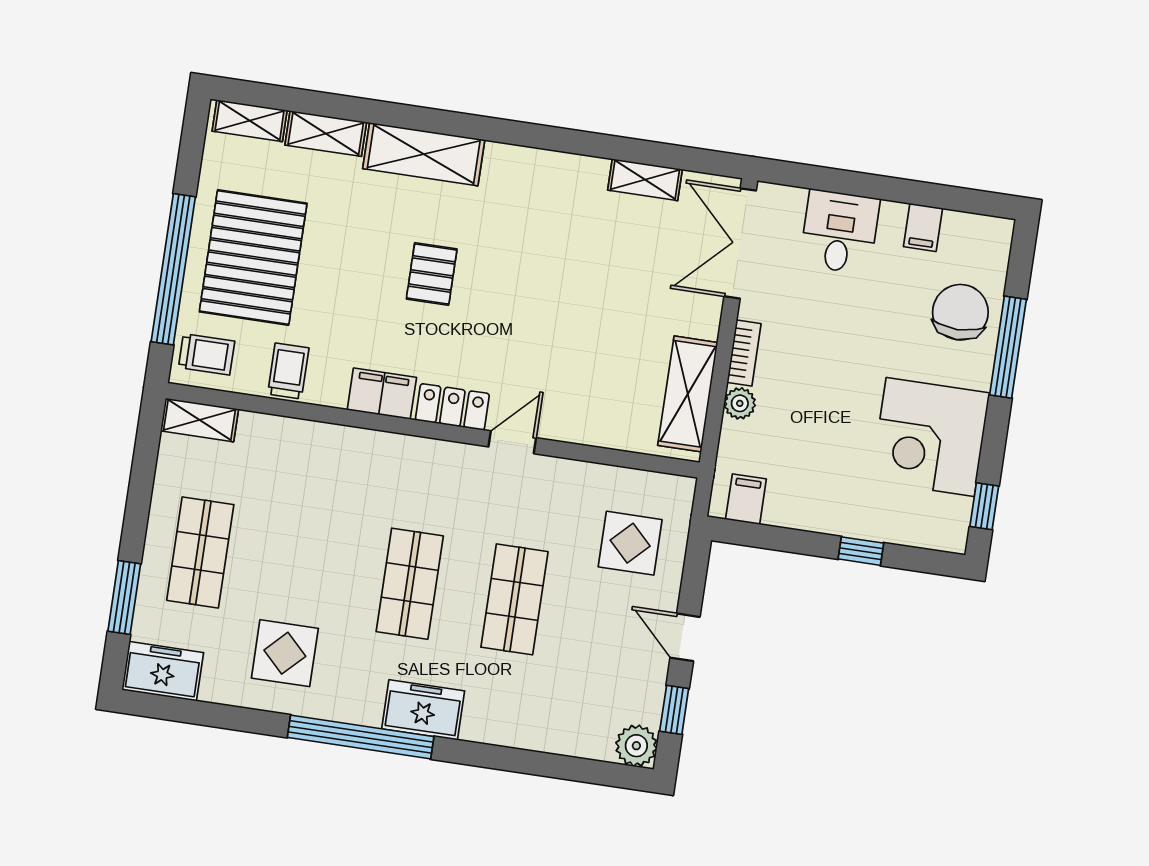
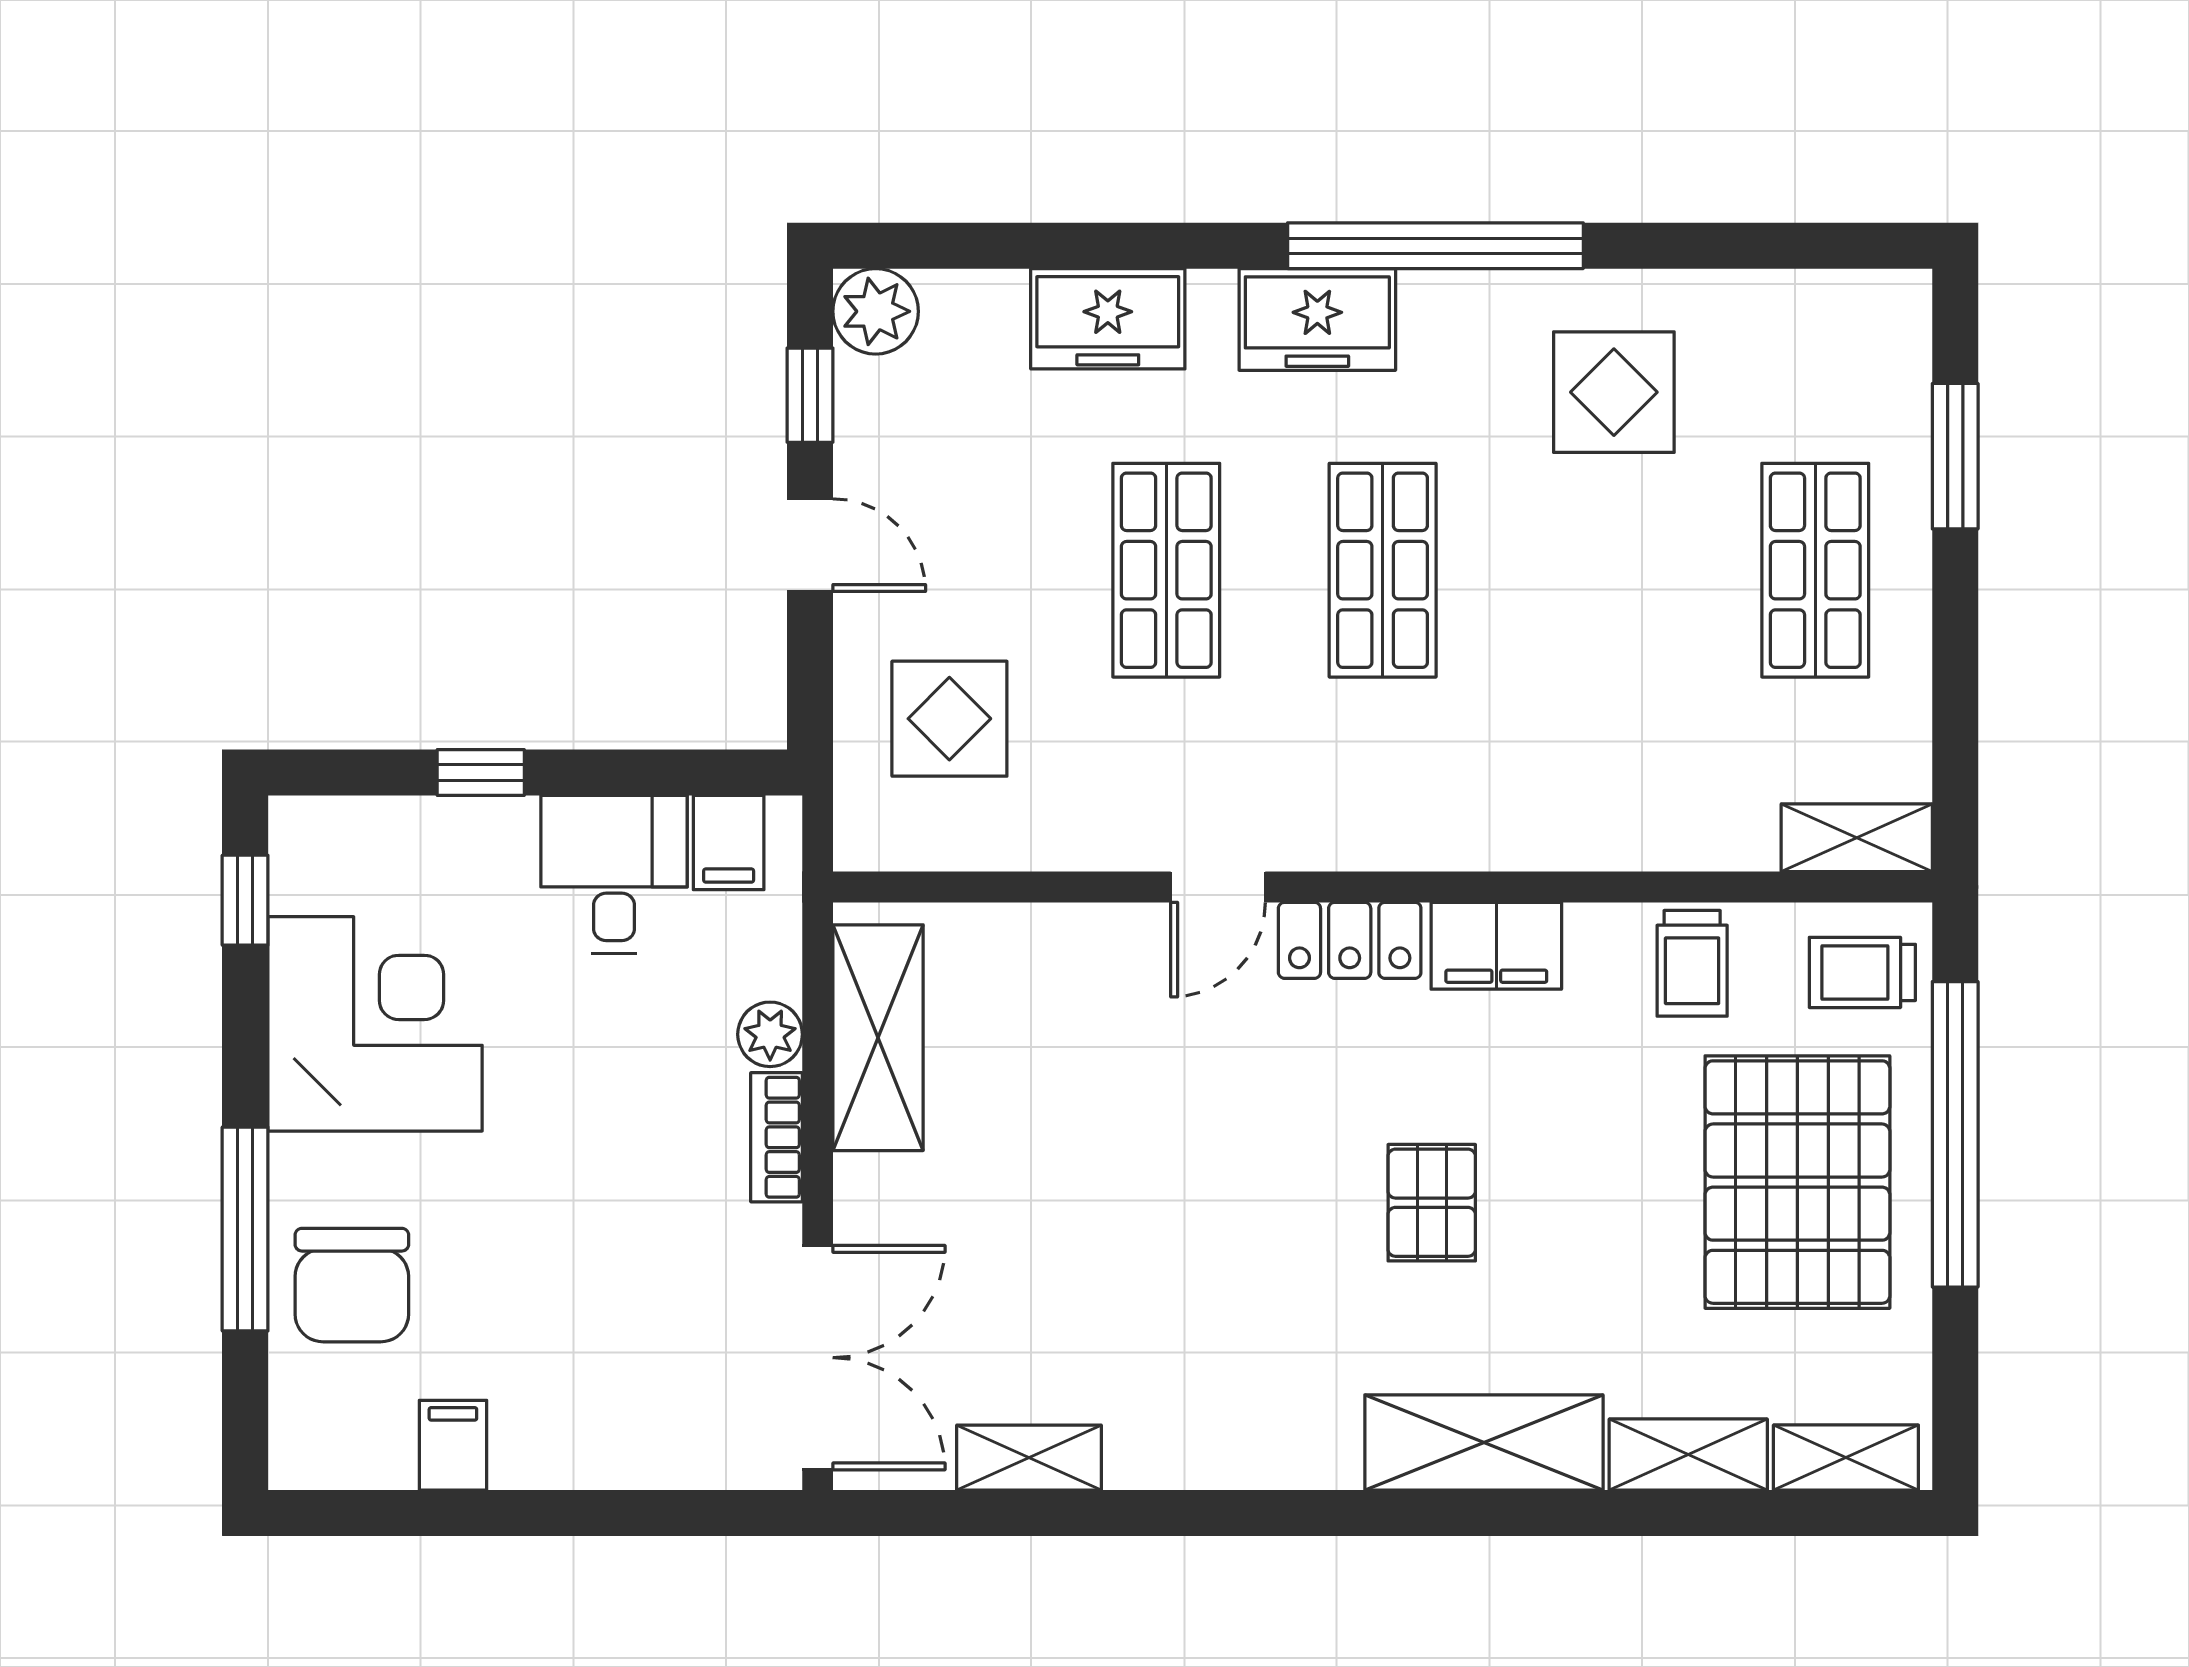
desk: (840, 232) -> (614, 874), moved, turned 180
freezer: (163, 671) -> (1108, 319), moved

